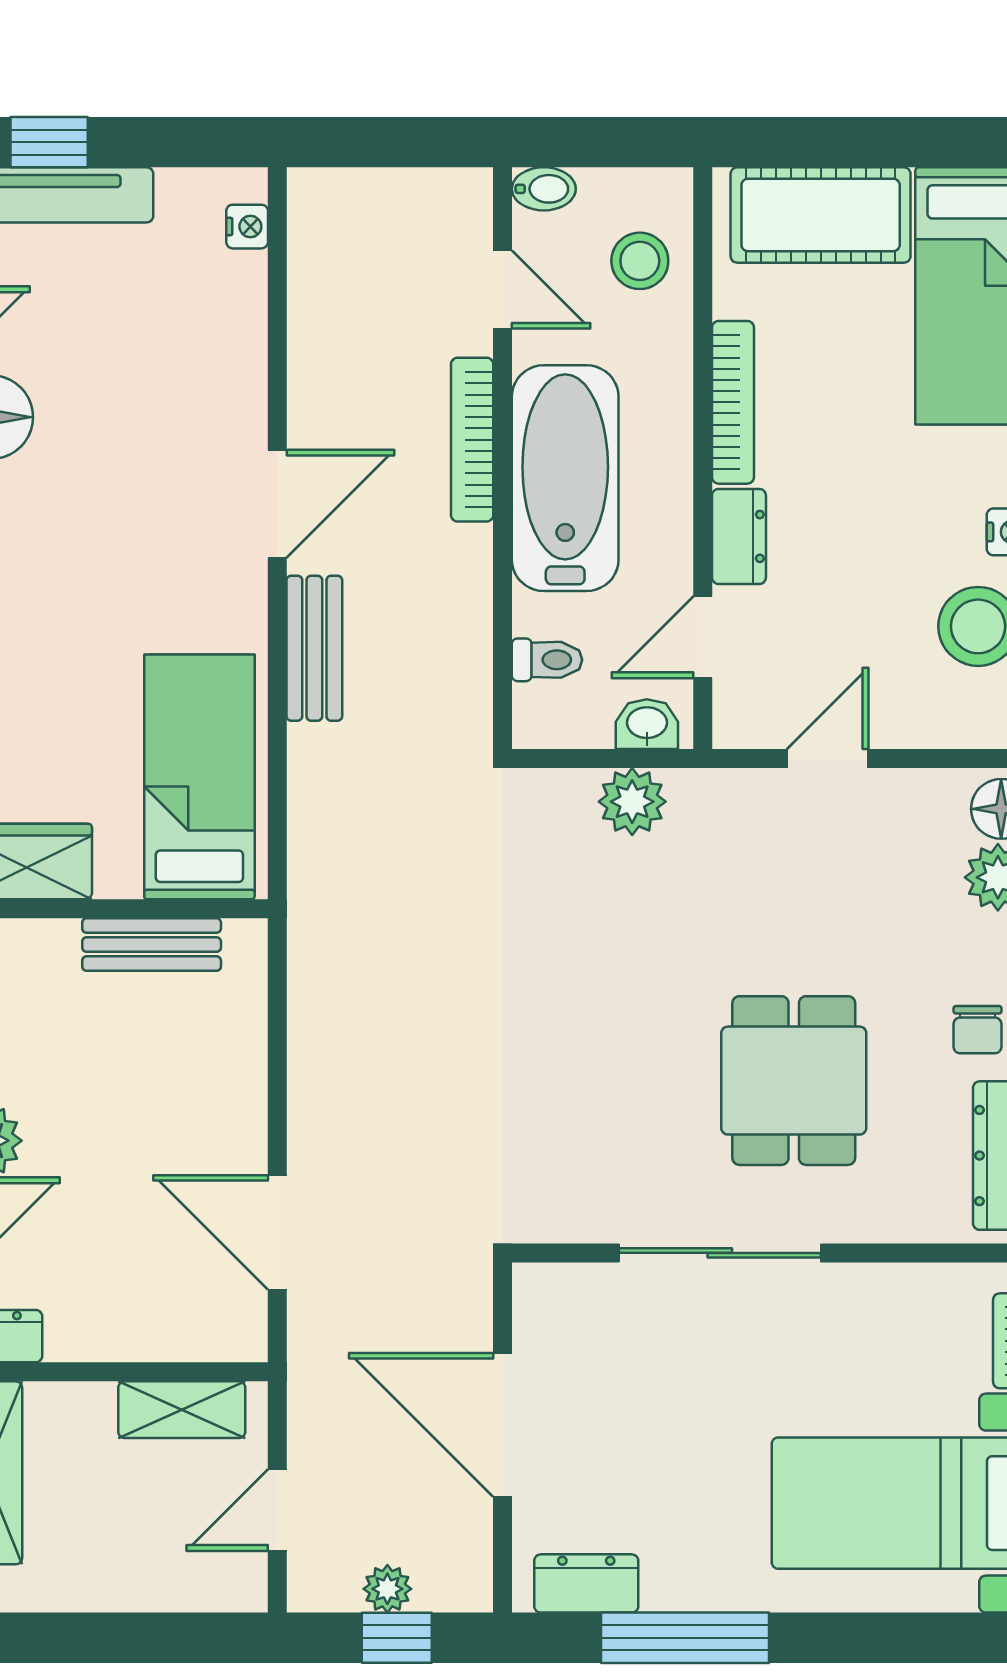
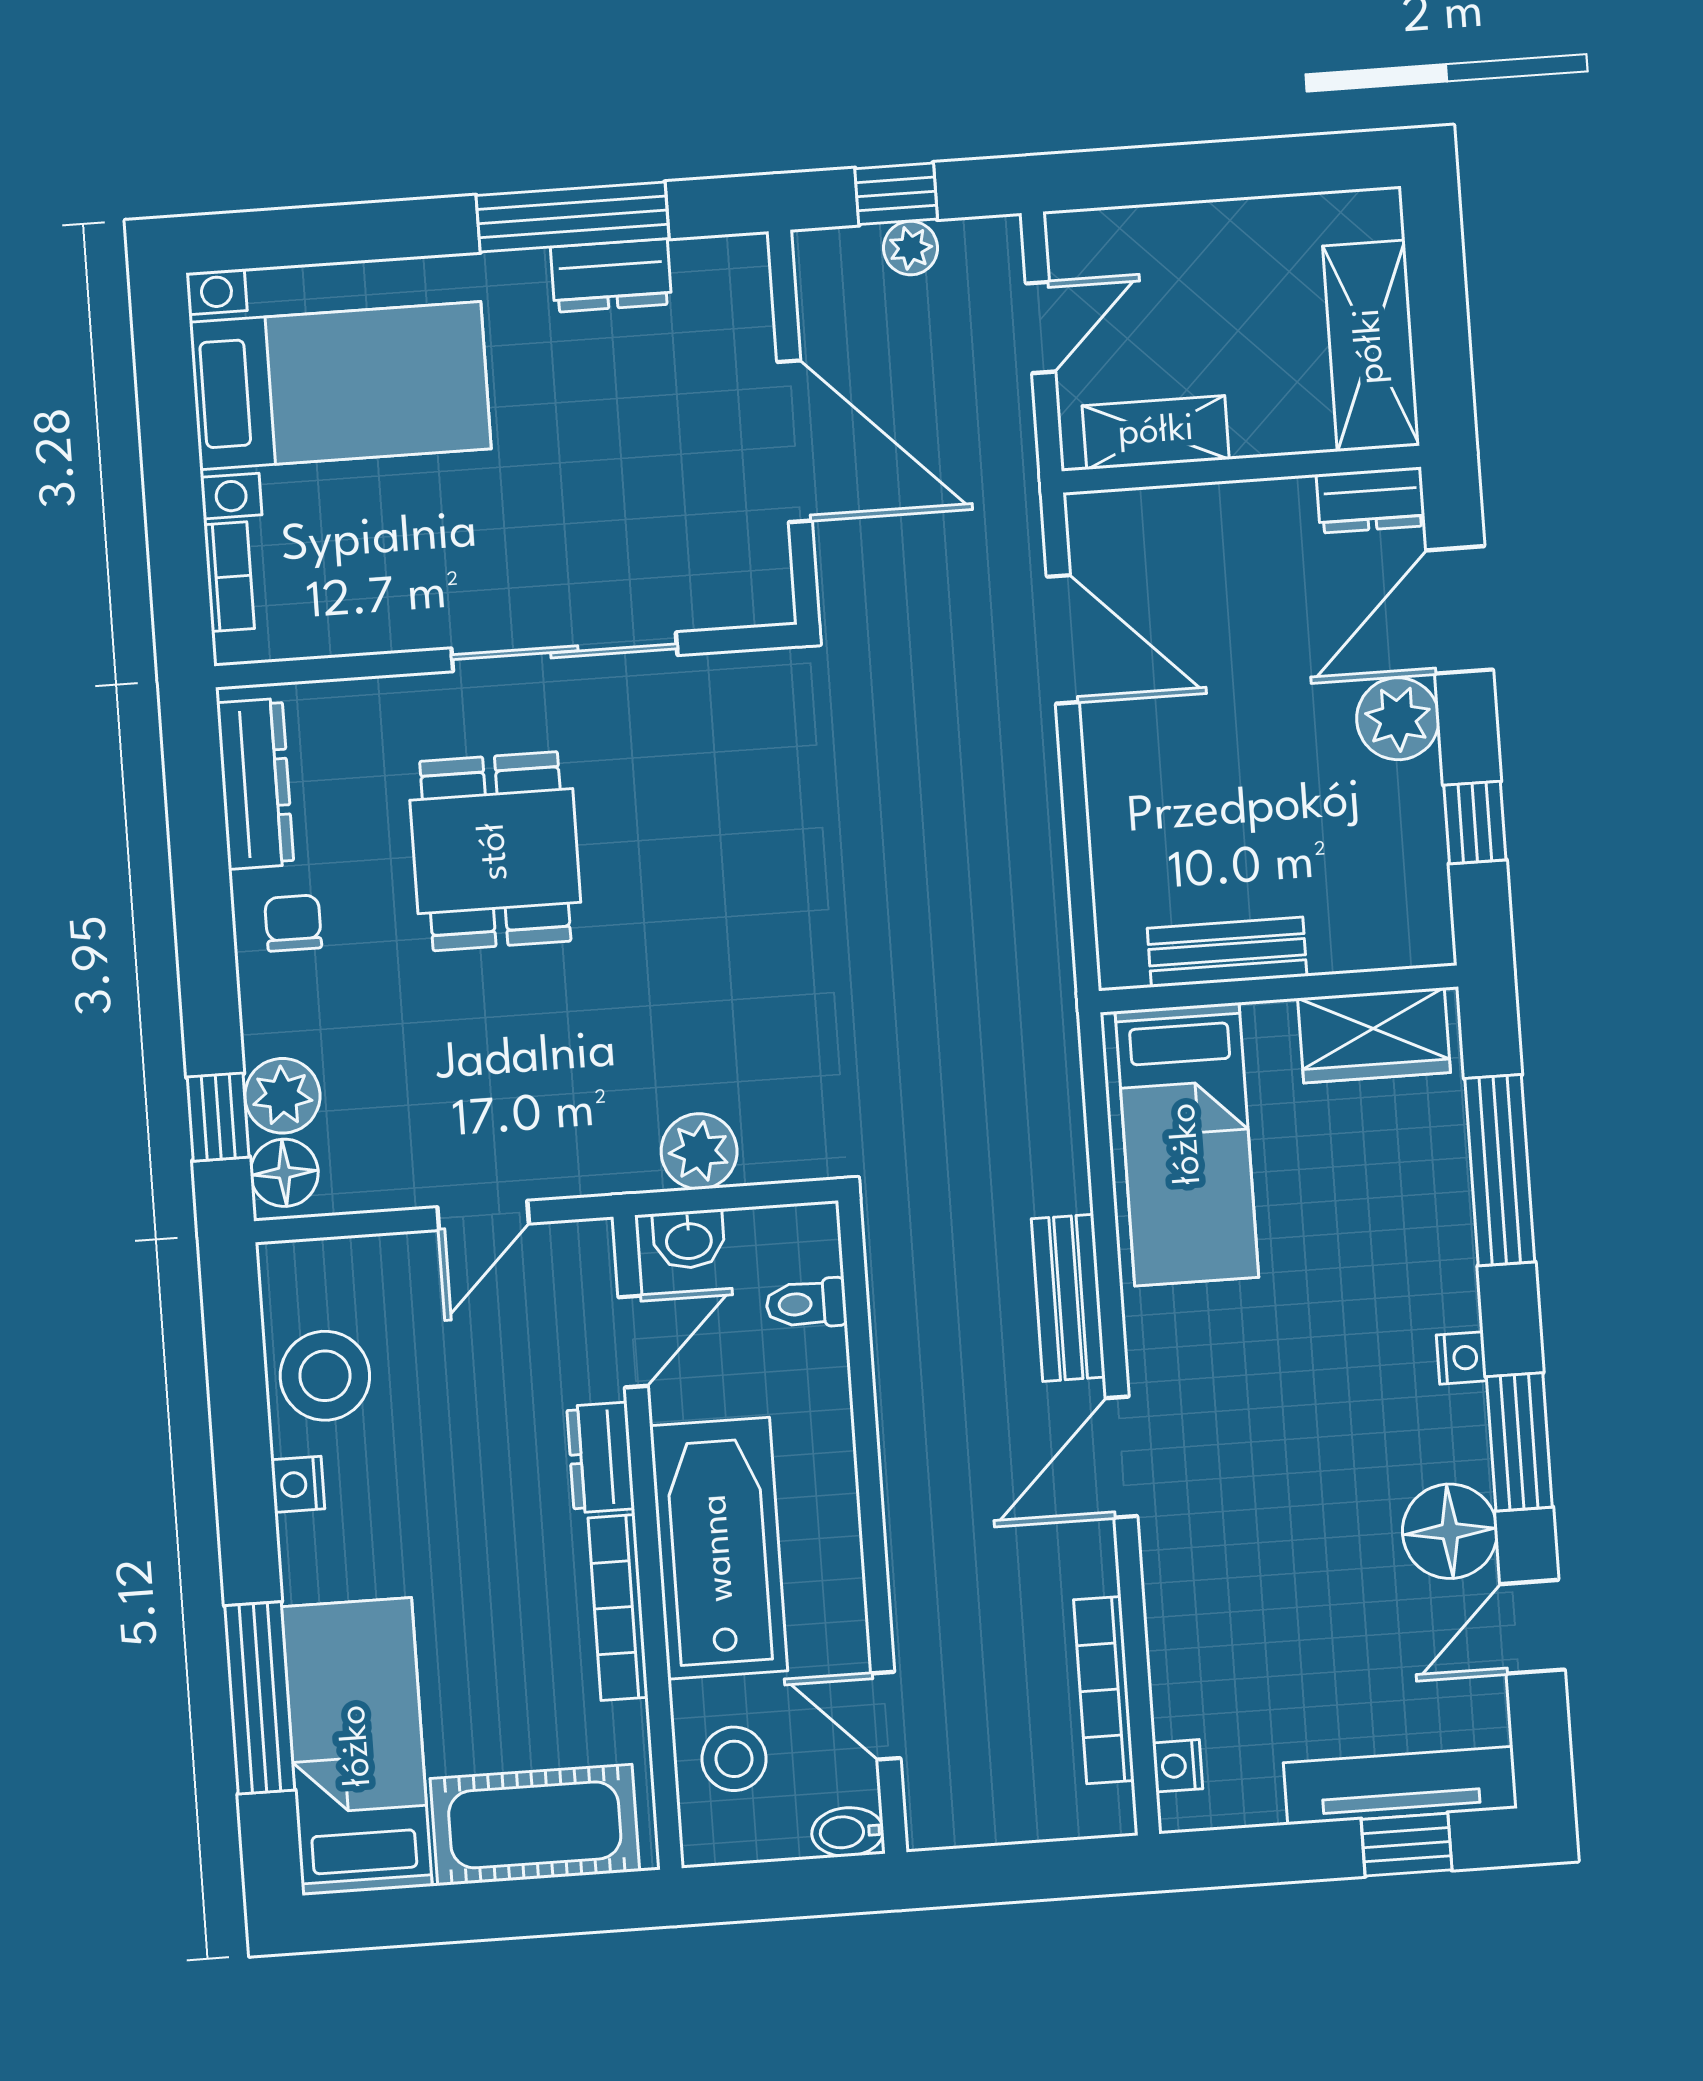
bookcase: (472, 440) -> (1104, 1690), moved, turned 180
bathtub: (565, 478) -> (719, 1548), moved, turned 180
dresser: (586, 1583) -> (611, 275), moved

